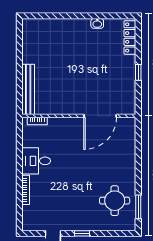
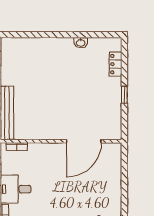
locker: (130, 37) -> (115, 64), width x0.66

